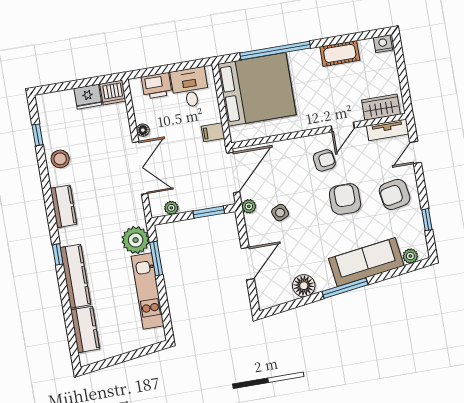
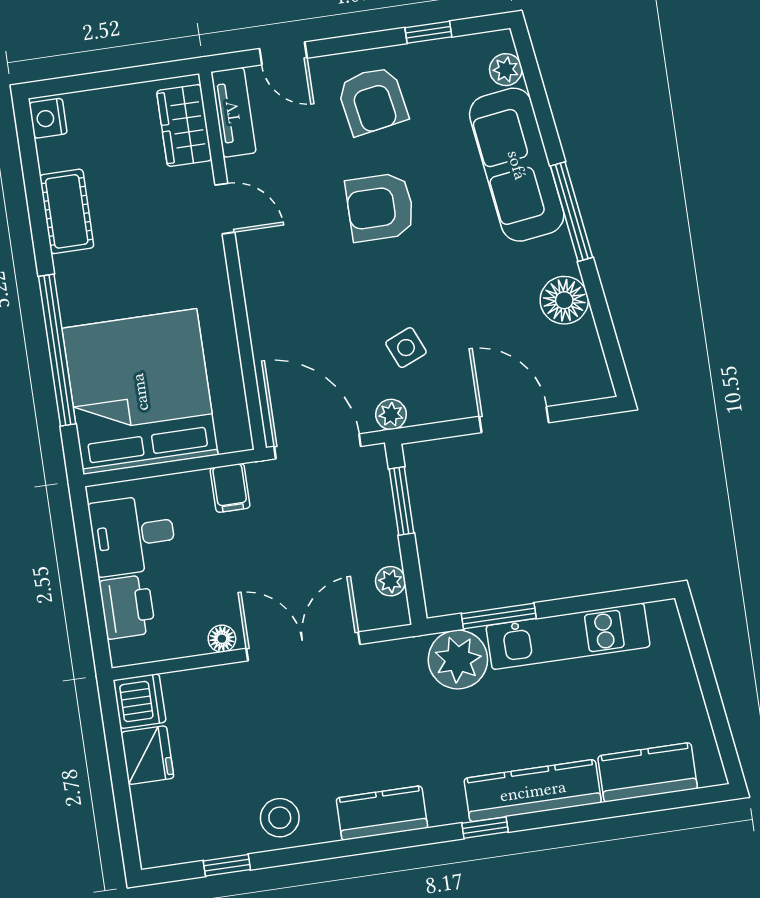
armchair: (324, 160) -> (296, 250), removed

